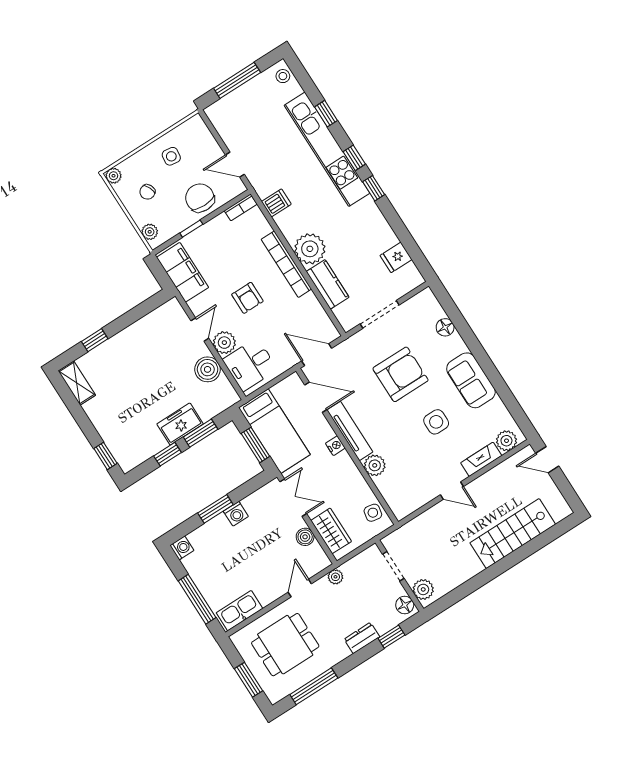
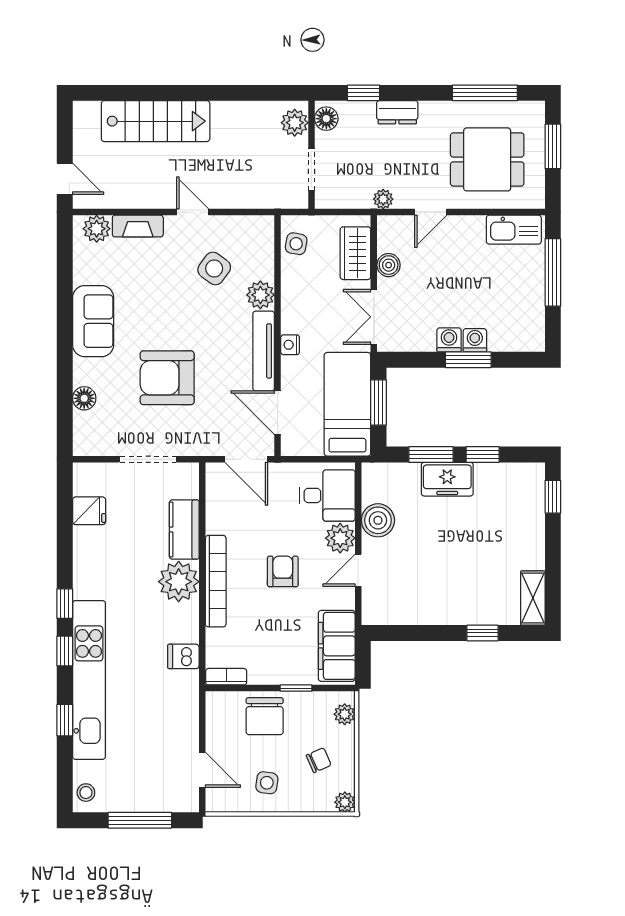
door: (235, 165) -> (202, 770), moved
side table: (436, 422) -> (214, 268), moved, turned 36
washing machine: (182, 548) -> (475, 340), moved, turned 90

